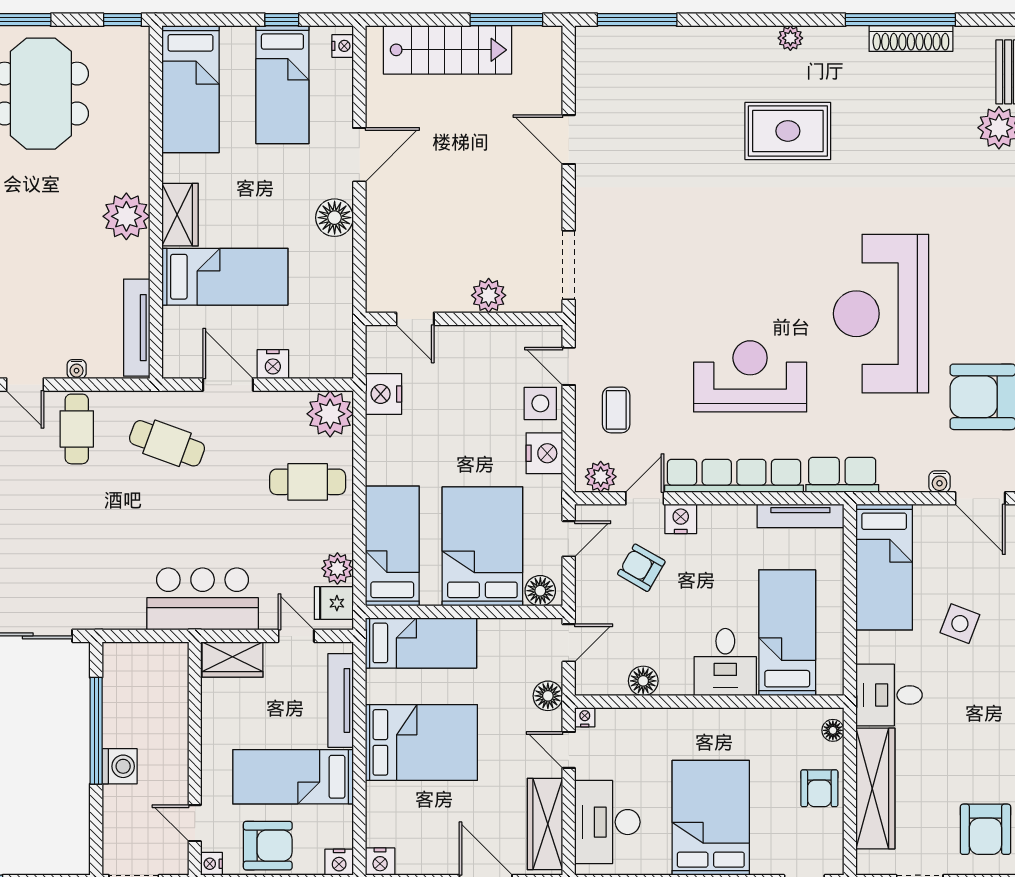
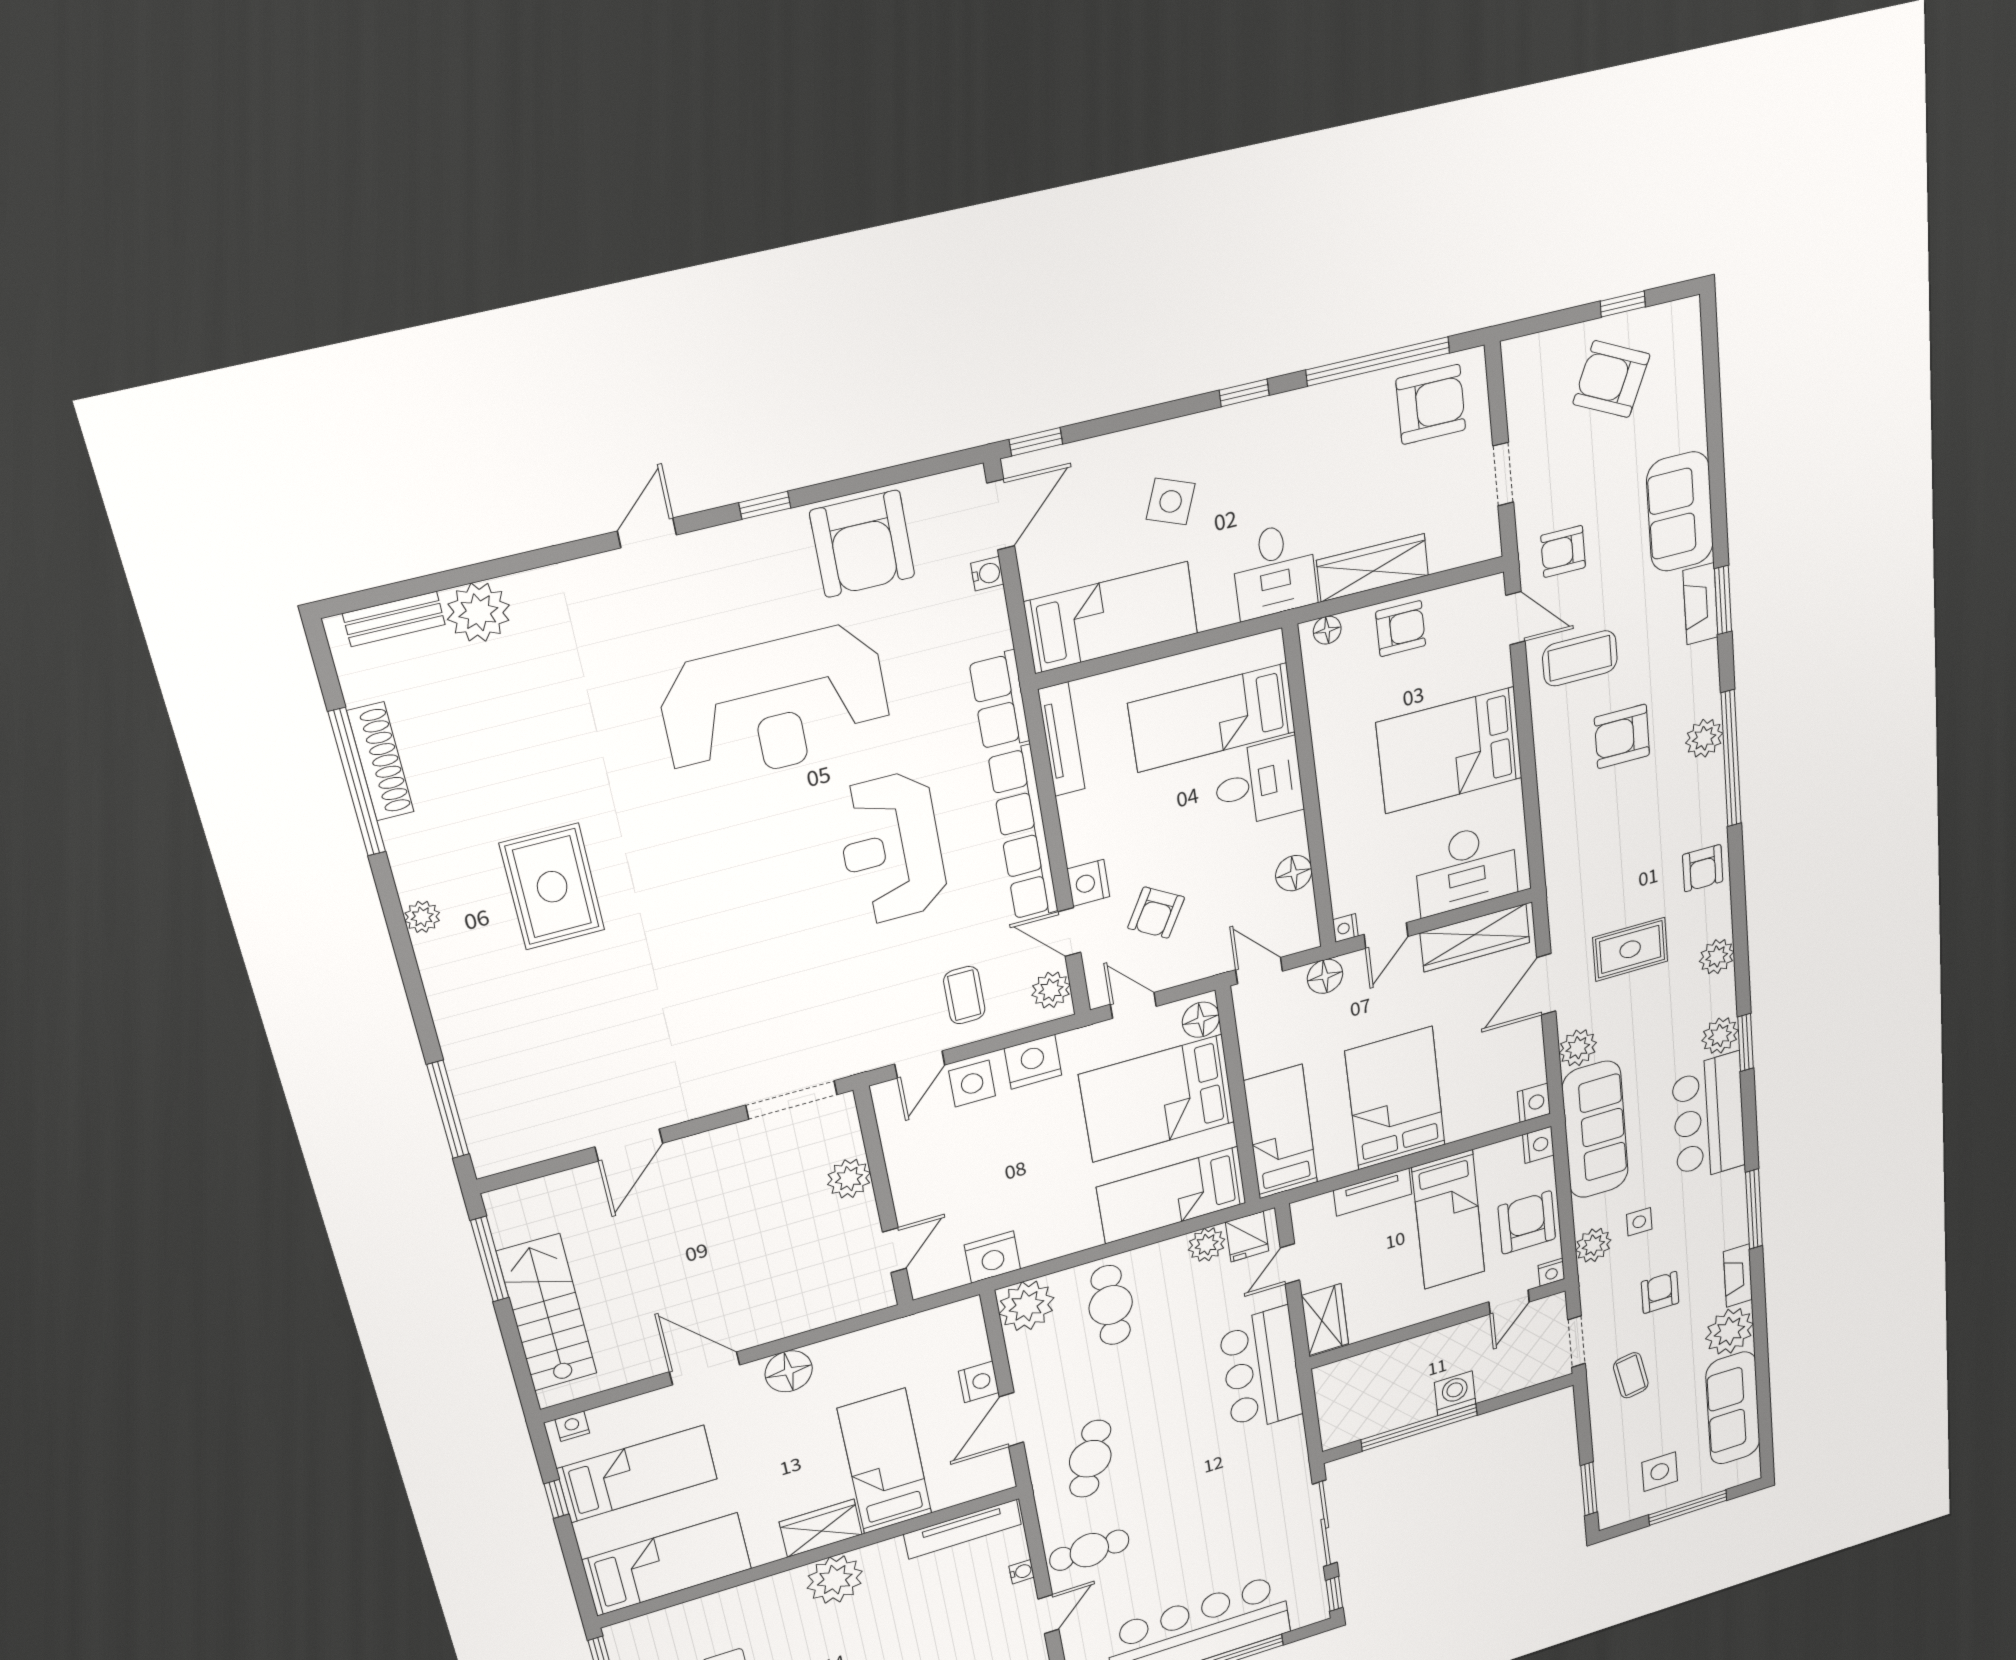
coffee table: (616, 410) -> (964, 995), turned 90
tv unit: (341, 700) -> (1373, 1192), width x0.71
wardrobe: (875, 789) -> (1373, 568), width x0.71, depth x0.85

